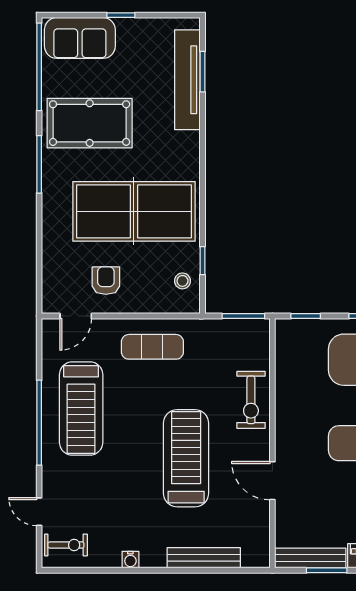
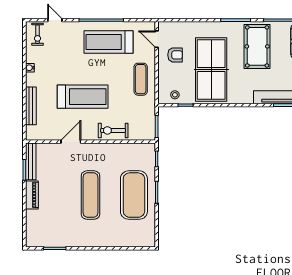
door: (39, 512) -> (55, 20), hinge flipped

